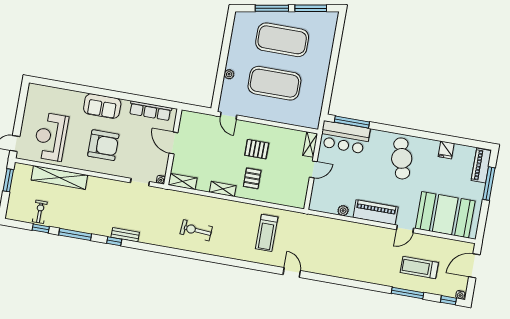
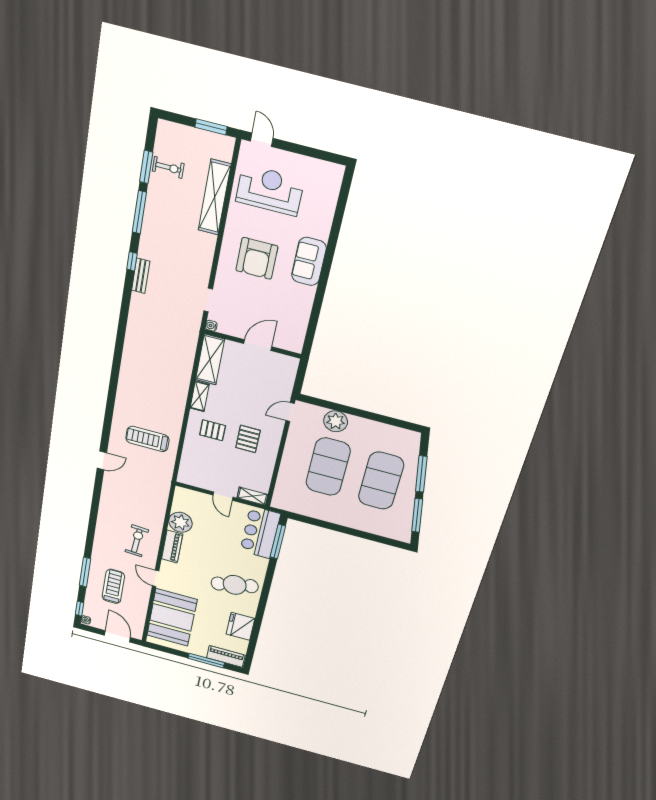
plant: (229, 74) -> (336, 421), width x1.88, depth x1.88
row of seats: (150, 111) -> (300, 321), removed
fridge: (446, 150) -> (240, 626), width x1.88, depth x1.34
shelving: (183, 181) -> (210, 359), width x1.50, depth x1.33
plant: (343, 211) -> (180, 522), width x1.88, depth x1.88
piano: (376, 212) -> (172, 547), width x0.73, depth x0.75
window: (41, 228) -> (146, 167), width x1.50
exercise bike: (196, 230) -> (137, 541), moved

